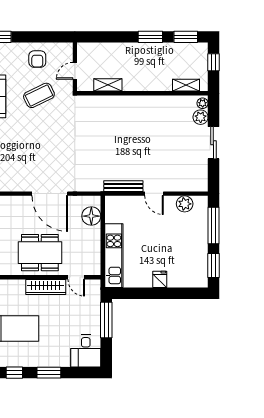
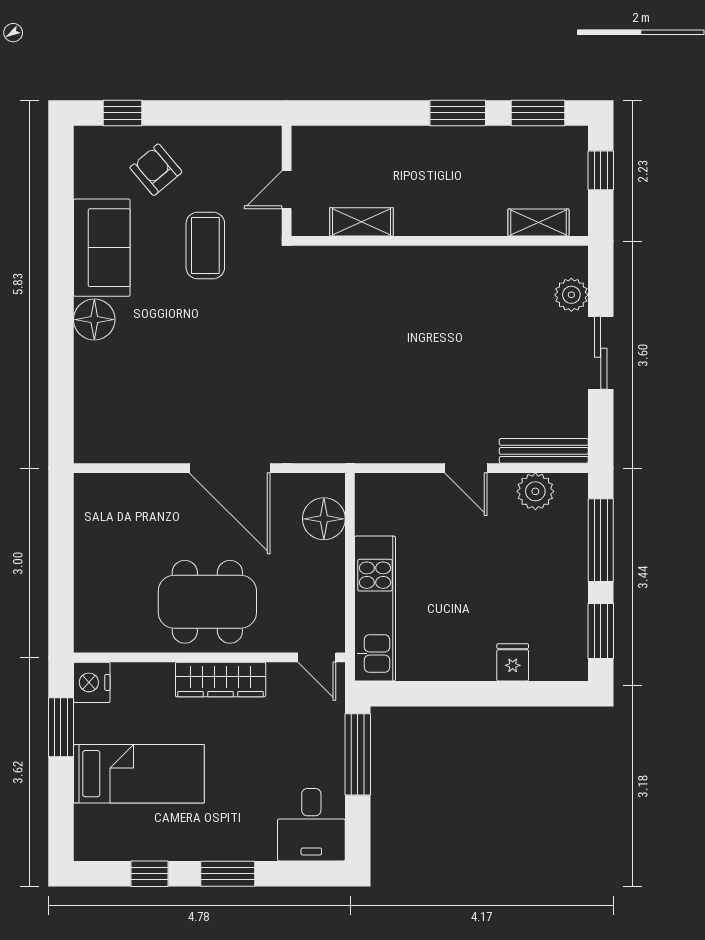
armchair: (37, 59) -> (156, 170), moved, turned 140
coffee table: (39, 95) -> (205, 245), turned -64
plant: (203, 103) -> (576, 263), removed
bench: (123, 186) -> (544, 451), moved
door: (76, 277) -> (317, 657), moved
fridge: (160, 279) -> (513, 662), moved

